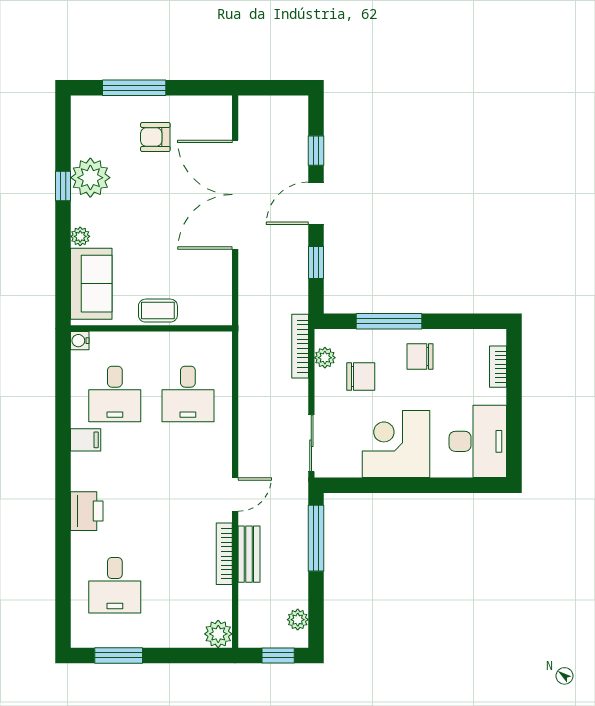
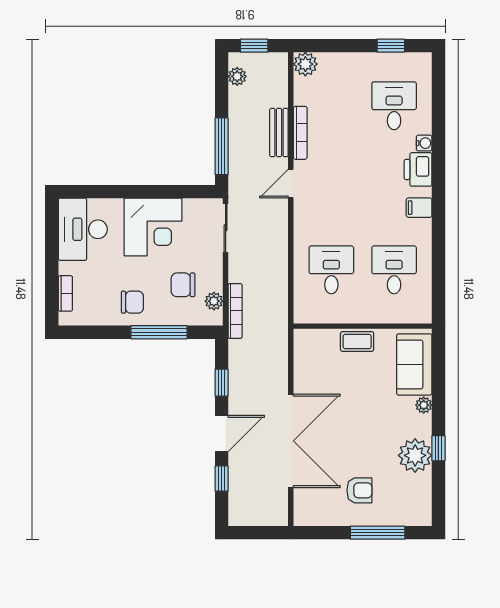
water cooler: (80, 341) -> (424, 143), moved
filing cabinet: (86, 440) -> (419, 208), moved
window: (119, 655) -> (391, 46), width x0.67

